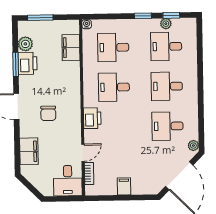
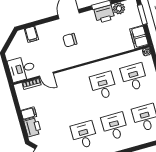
filing cabinet: (71, 48) -> (139, 37), moved, turned -90
printer: (92, 118) -> (33, 127), moved, turned -90
filing cabinet: (29, 151) -> (31, 34), width x0.50

